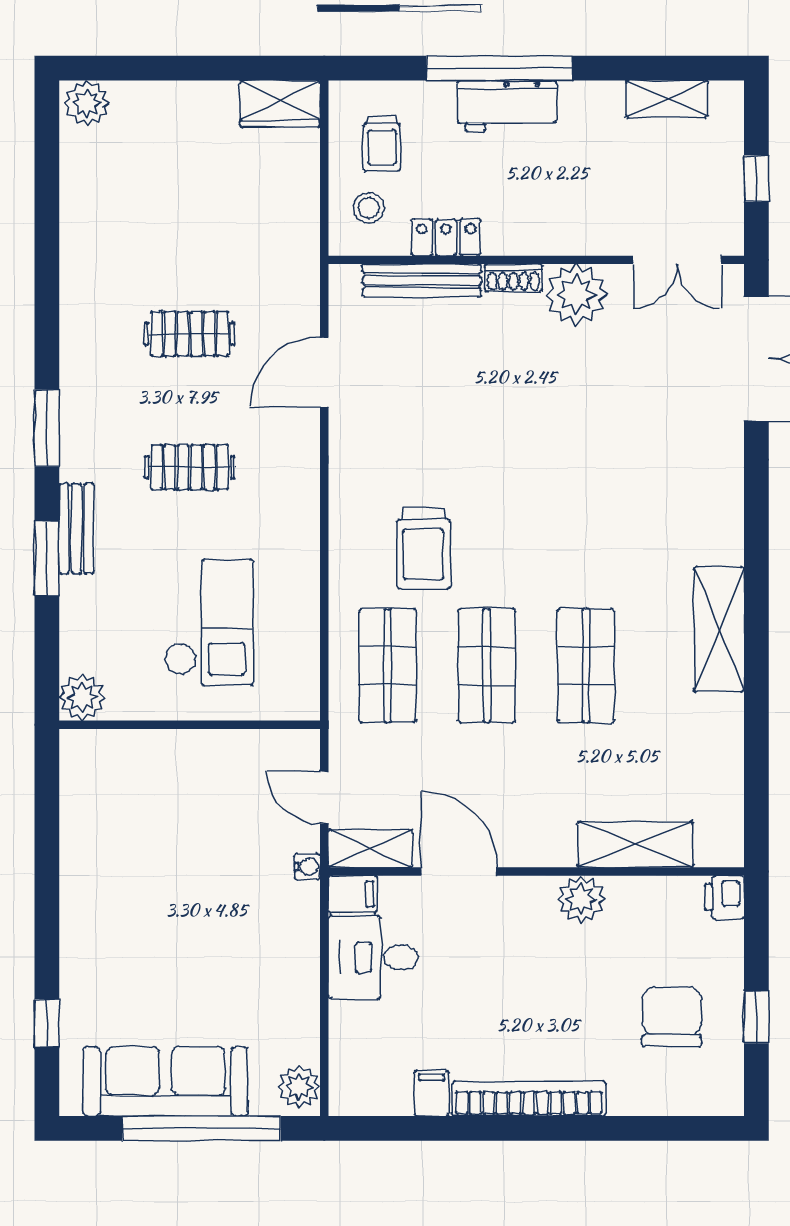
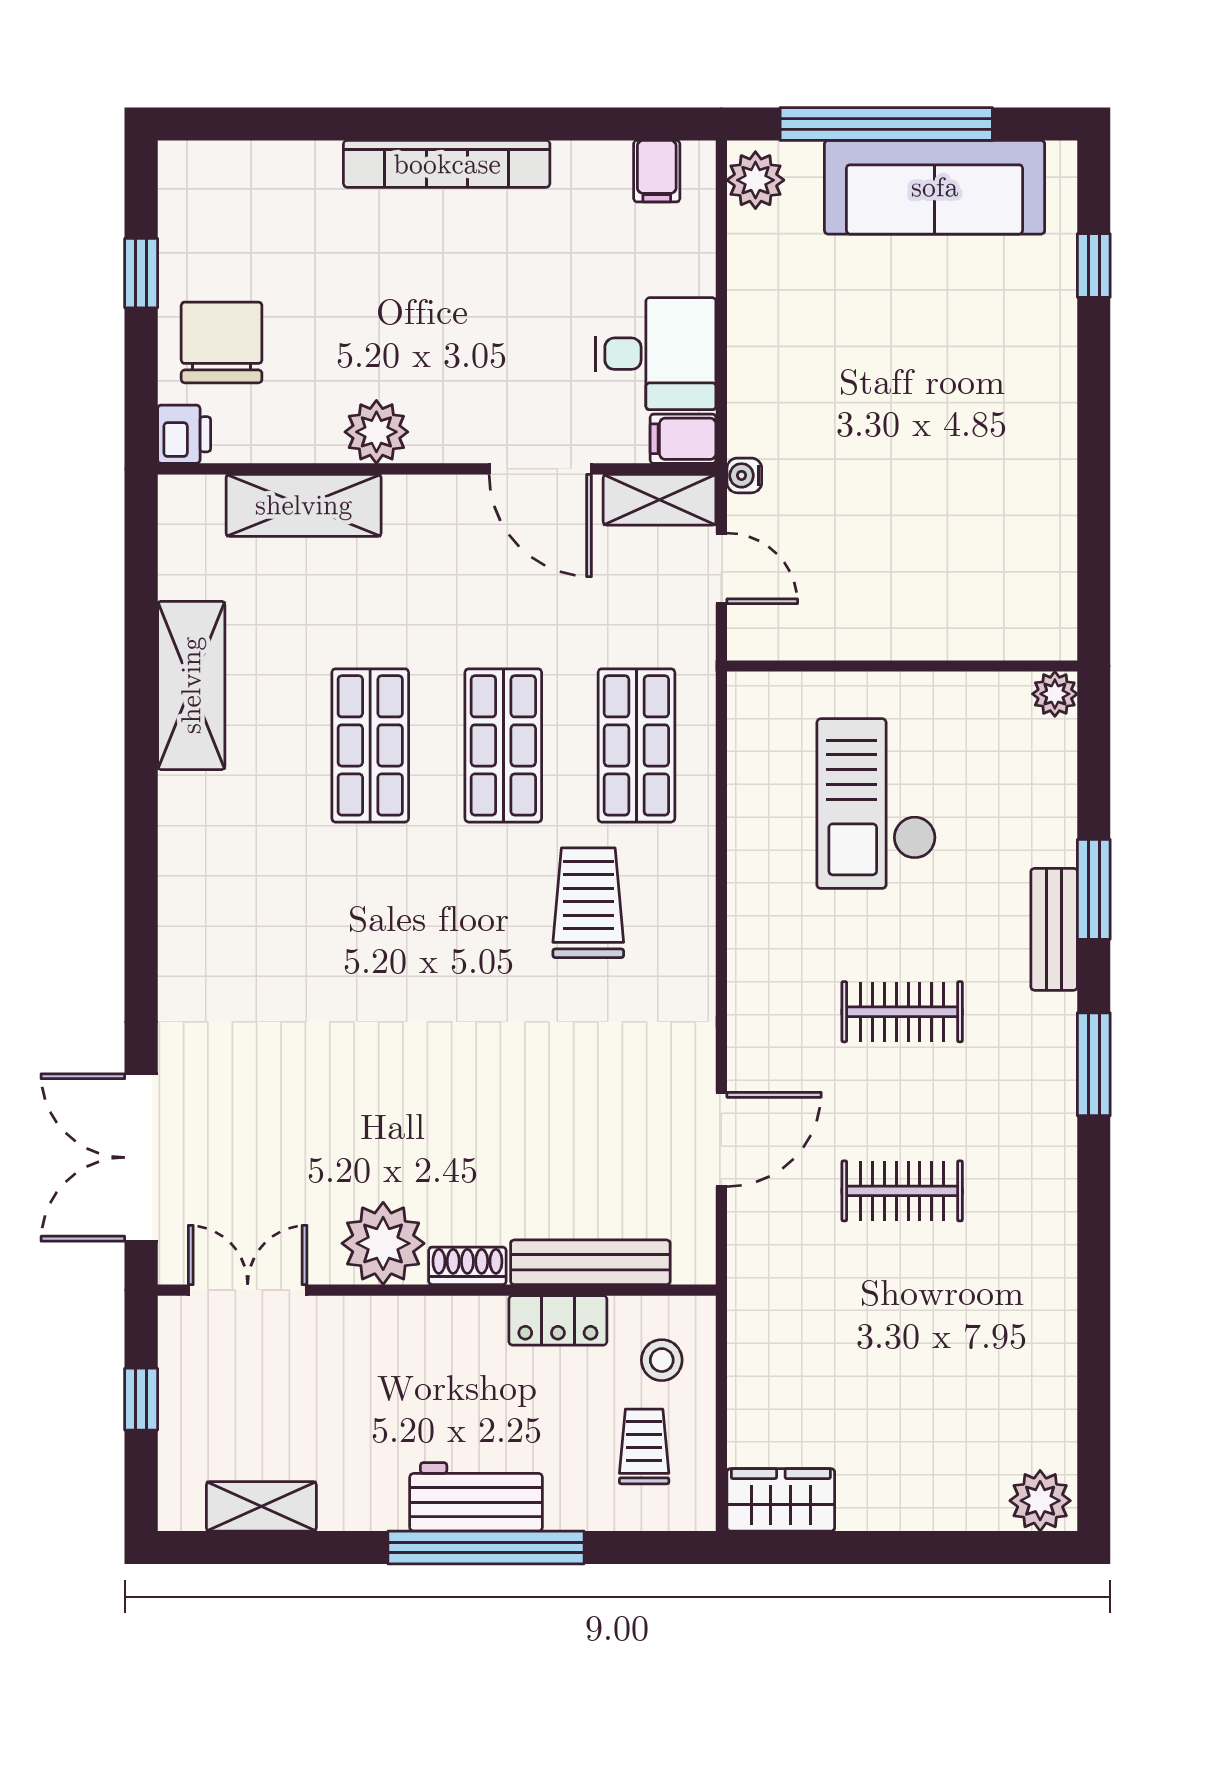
shelving: (719, 629) -> (191, 685), moved
plant: (82, 698) -> (1055, 694), width x0.73, depth x0.73
chair: (672, 1017) -> (222, 342), moved, turned 180
filing cabinet: (432, 1093) -> (657, 171), moved

